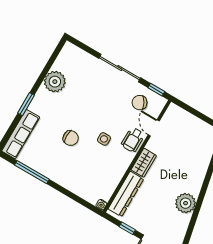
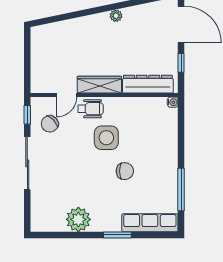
chair: (139, 103) -> (50, 124), turned 77
chair: (71, 138) -> (125, 171), turned 90
side table: (104, 139) -> (106, 138), width x1.87, depth x1.87
wardrobe: (144, 163) -> (99, 85), width x1.50
plant: (186, 203) -> (116, 16), width x0.53, depth x0.53

